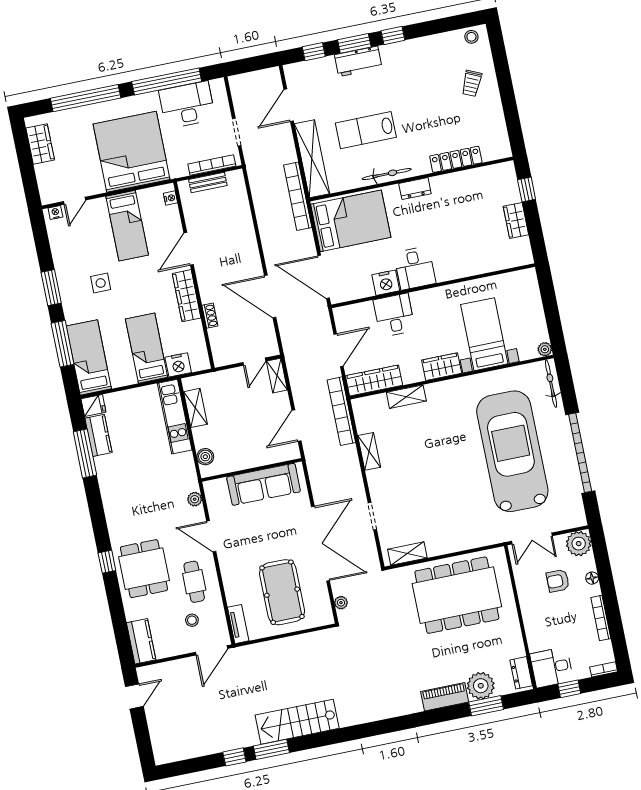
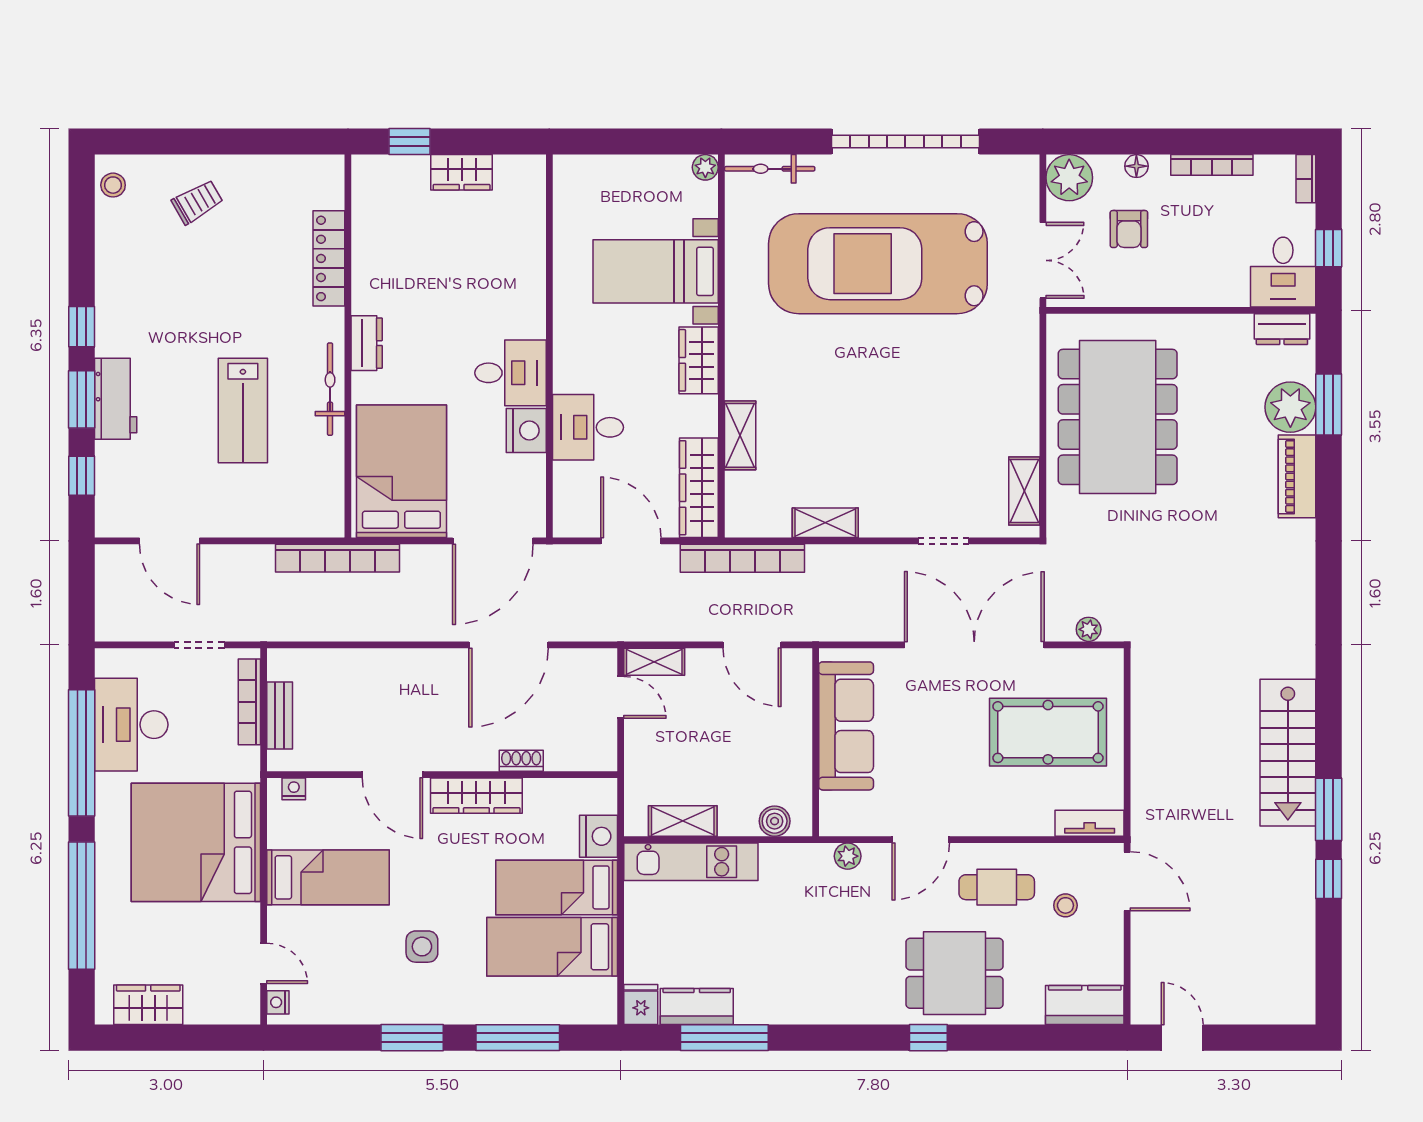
trolley: (472, 83) -> (197, 202), turned -54
shelving: (312, 159) -> (275, 519), removed
bed: (89, 357) -> (552, 947), moved

